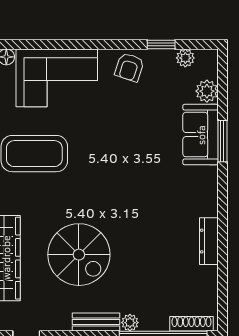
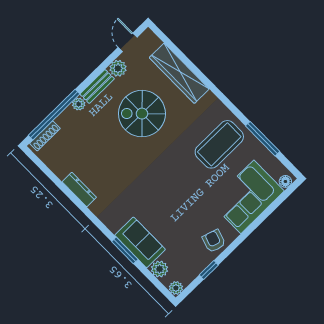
plant: (185, 58) -> (176, 288), moved
plant: (60, 320) -> (118, 68), added

